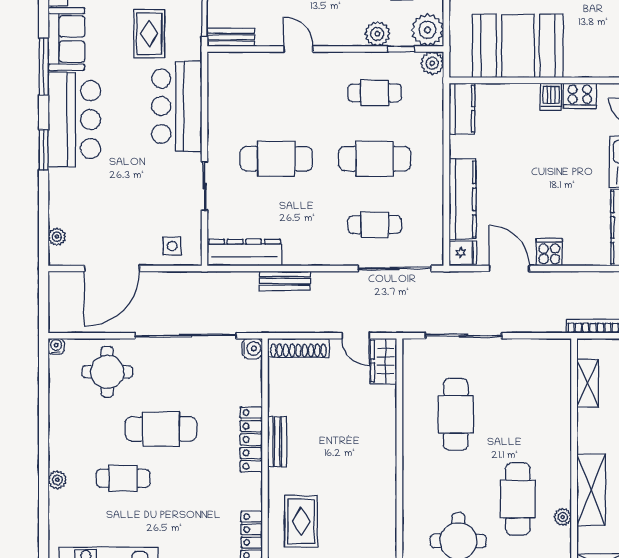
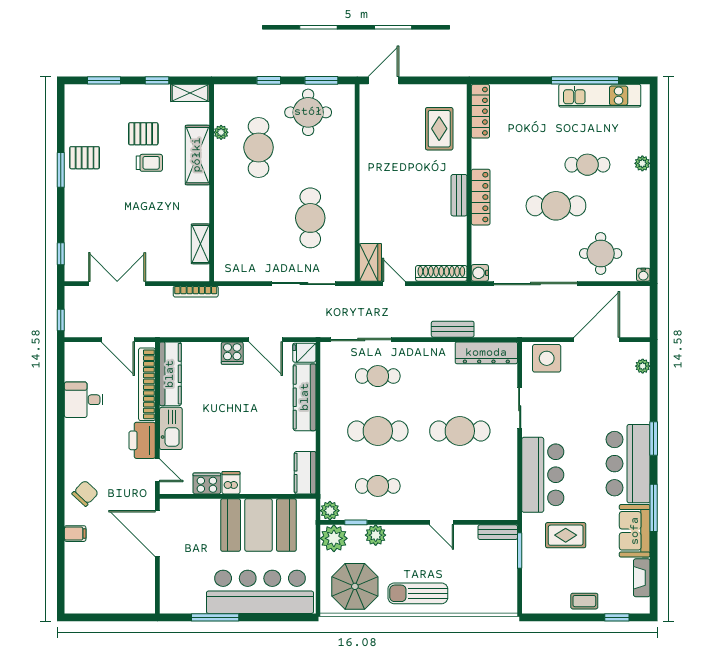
rug: (149, 34) -> (566, 535), turned 90
side table: (172, 246) -> (547, 358), width x1.87, depth x1.87

